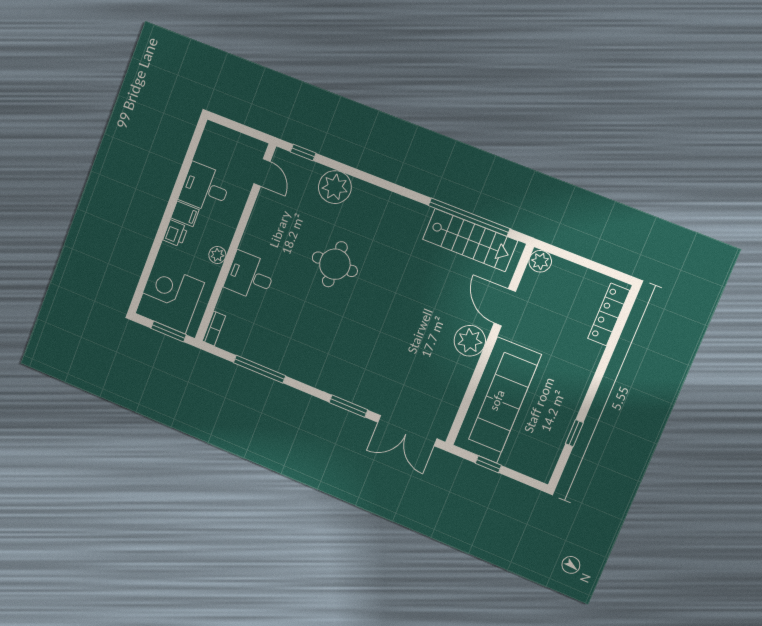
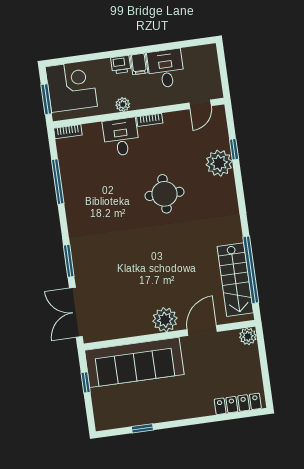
window: (303, 152) -> (234, 149), moved
bookcase: (249, 236) -> (150, 120), added

